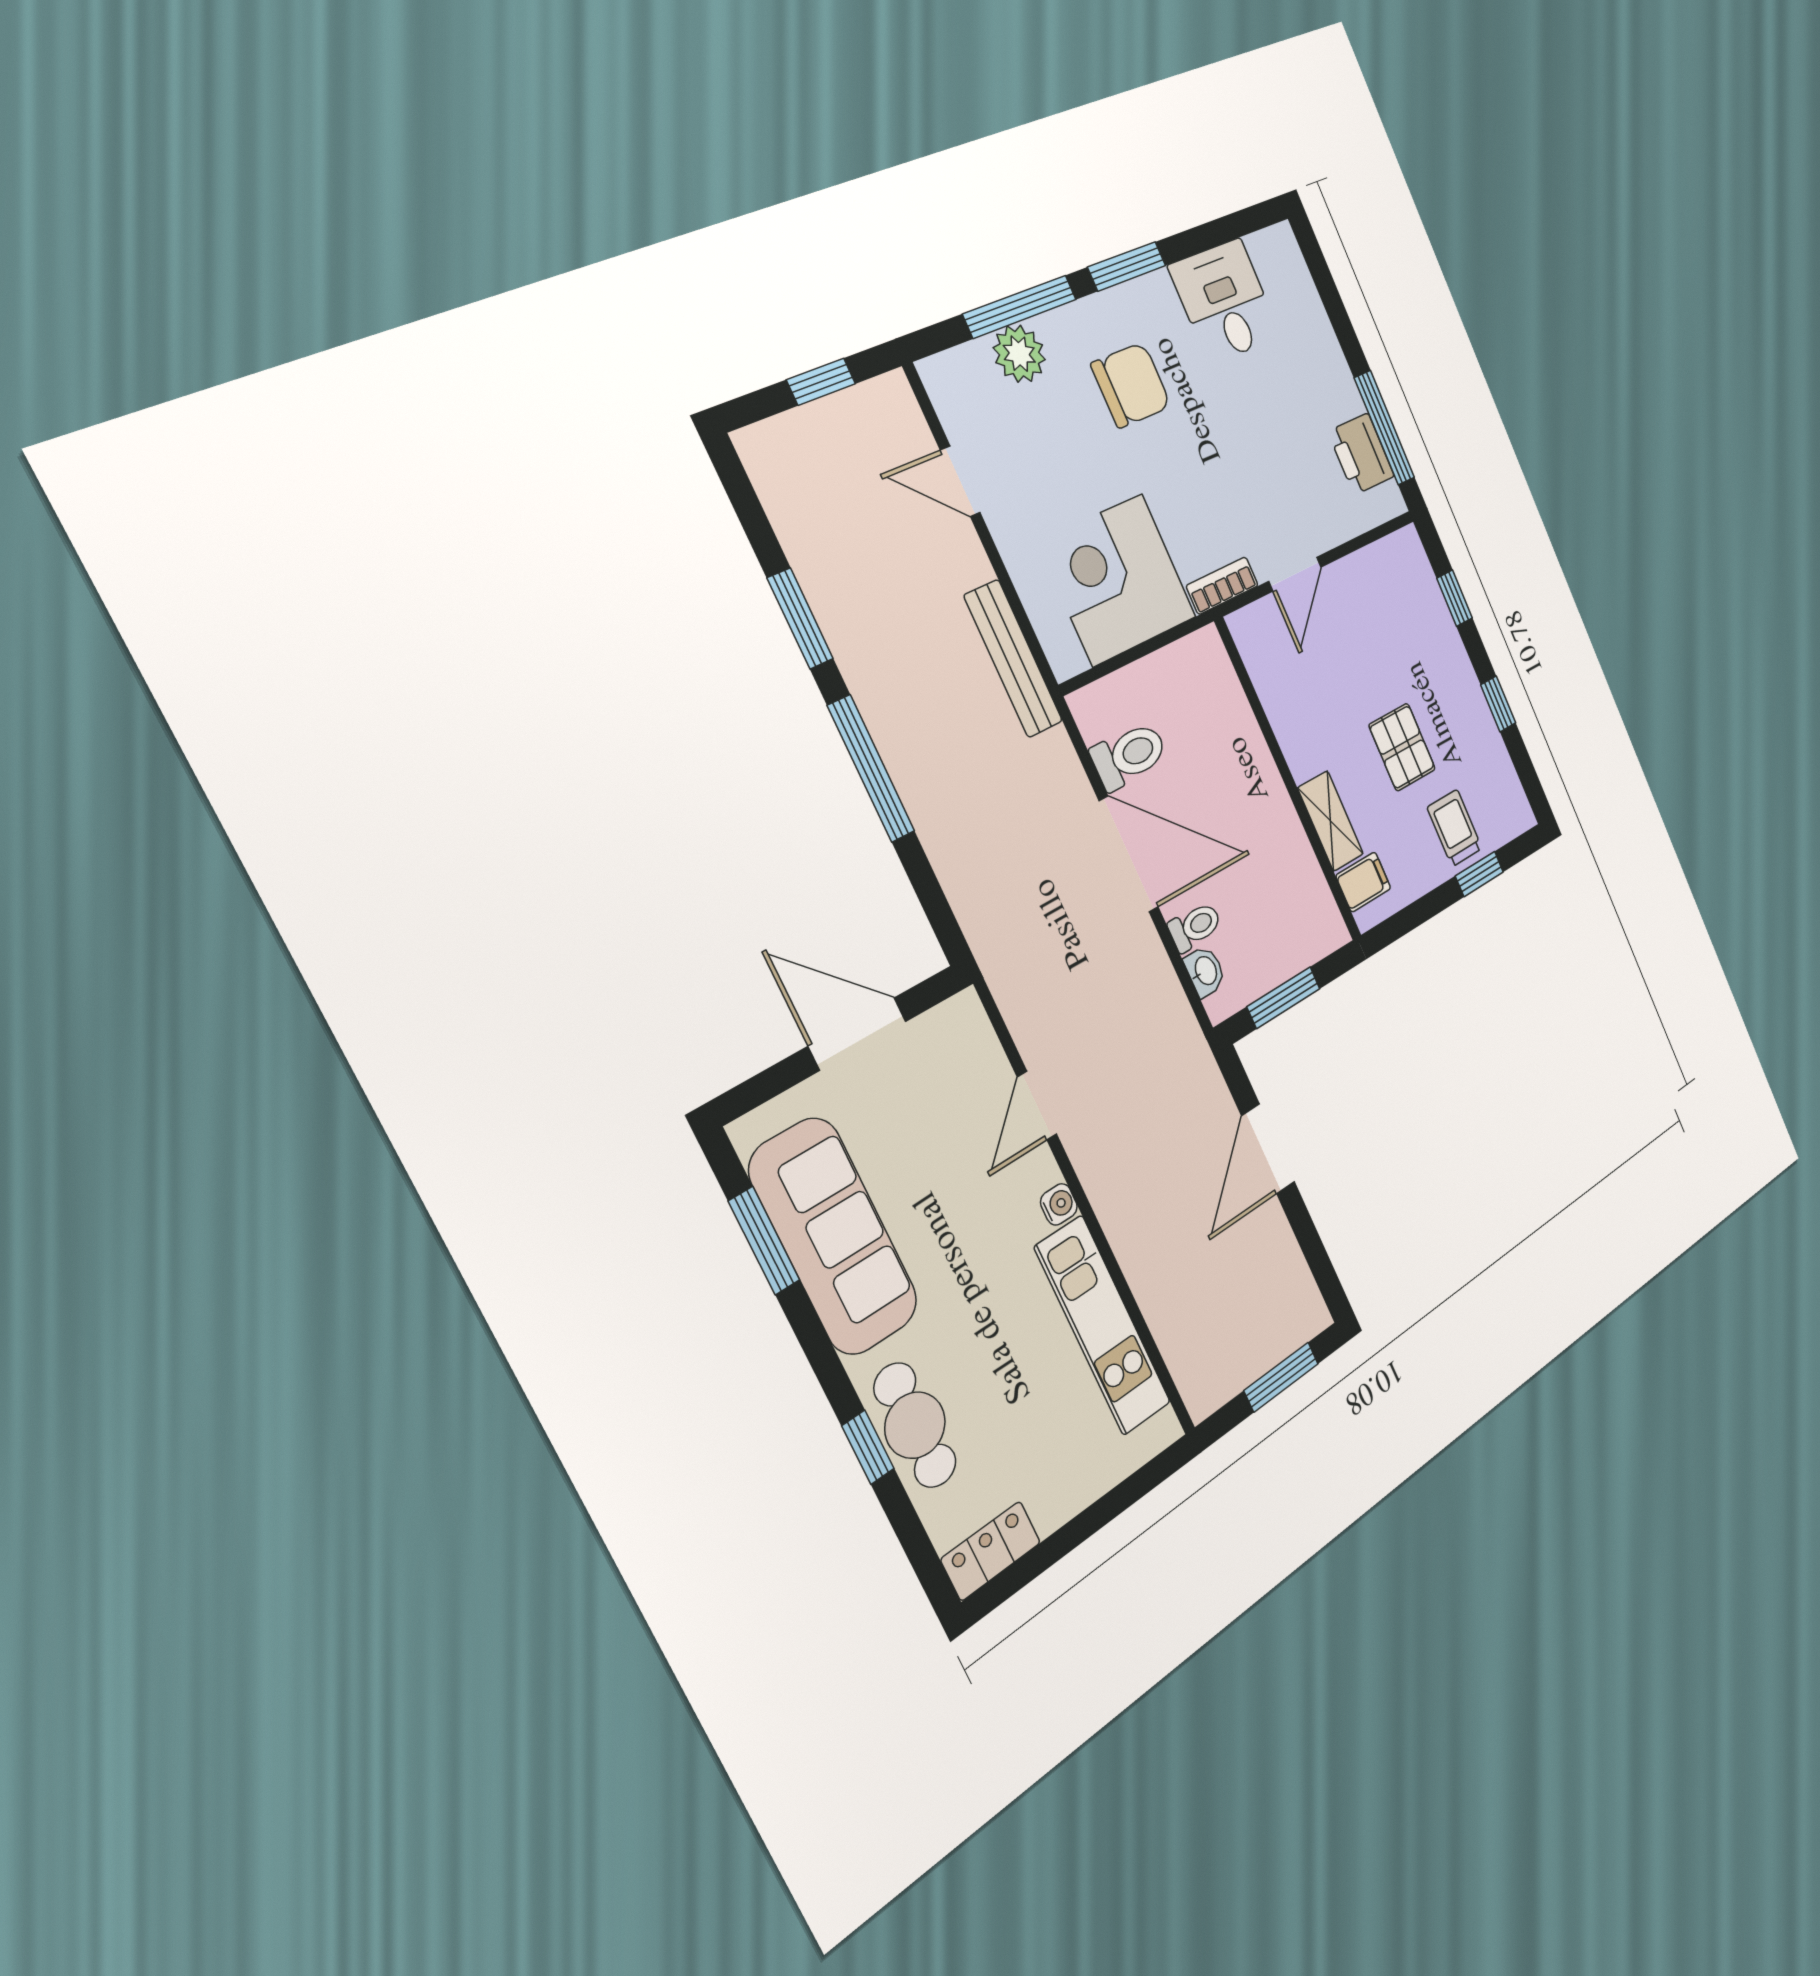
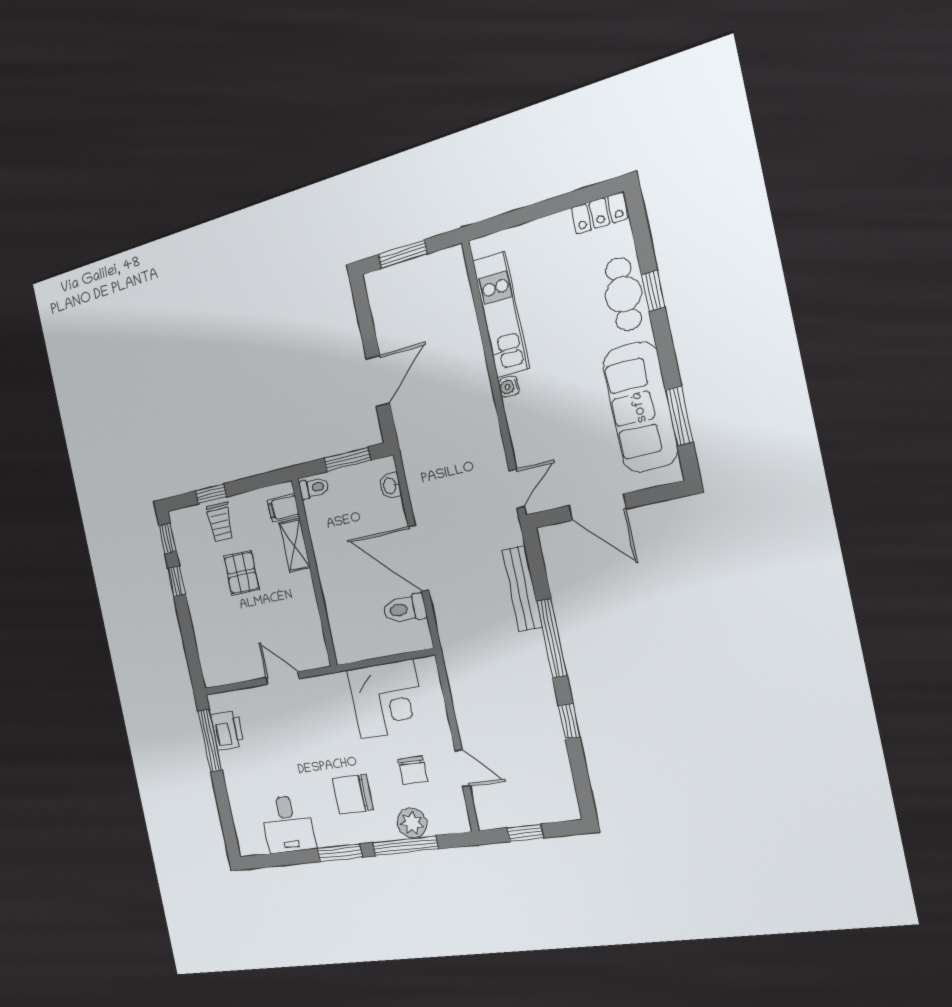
chair: (1043, 456) -> (413, 770), added
door: (1295, 574) -> (283, 678), hinge flipped
bookcase: (1222, 586) -> (327, 682), removed
window: (1455, 598) -> (168, 538), moved
window: (800, 618) -> (569, 721), width x0.67
bench: (1013, 659) -> (522, 589), moved
toilet: (1195, 926) -> (314, 488), moved, turned 180
door: (1037, 1106) -> (517, 489), moved

